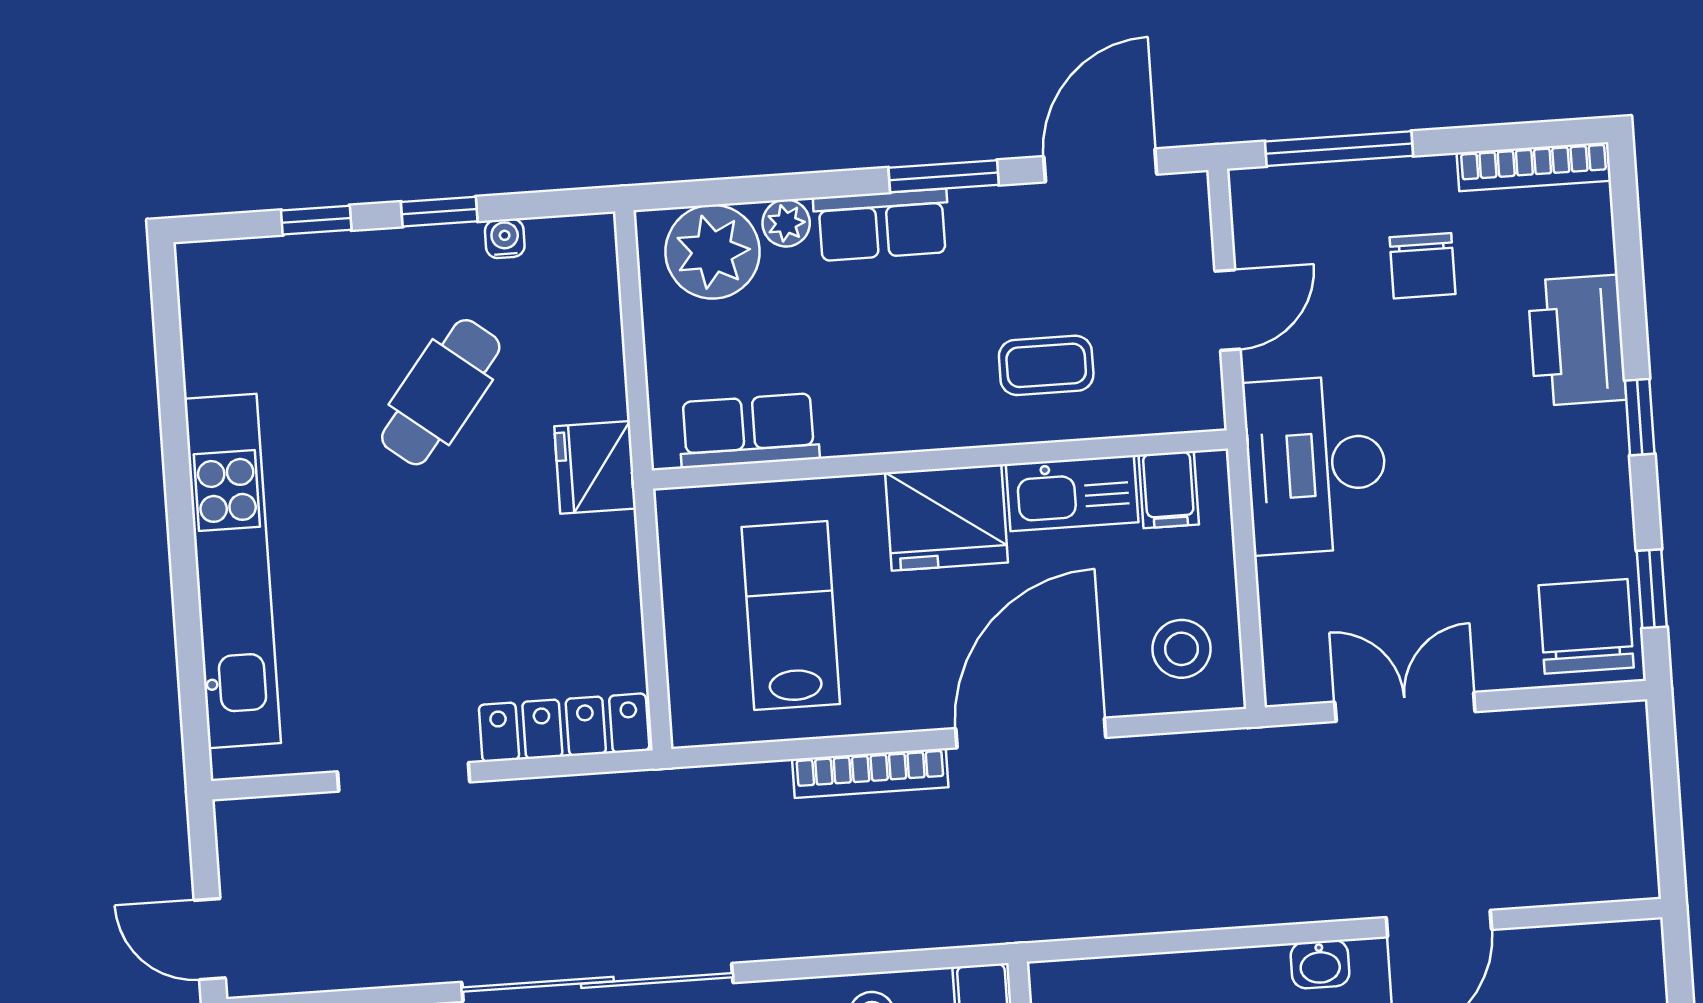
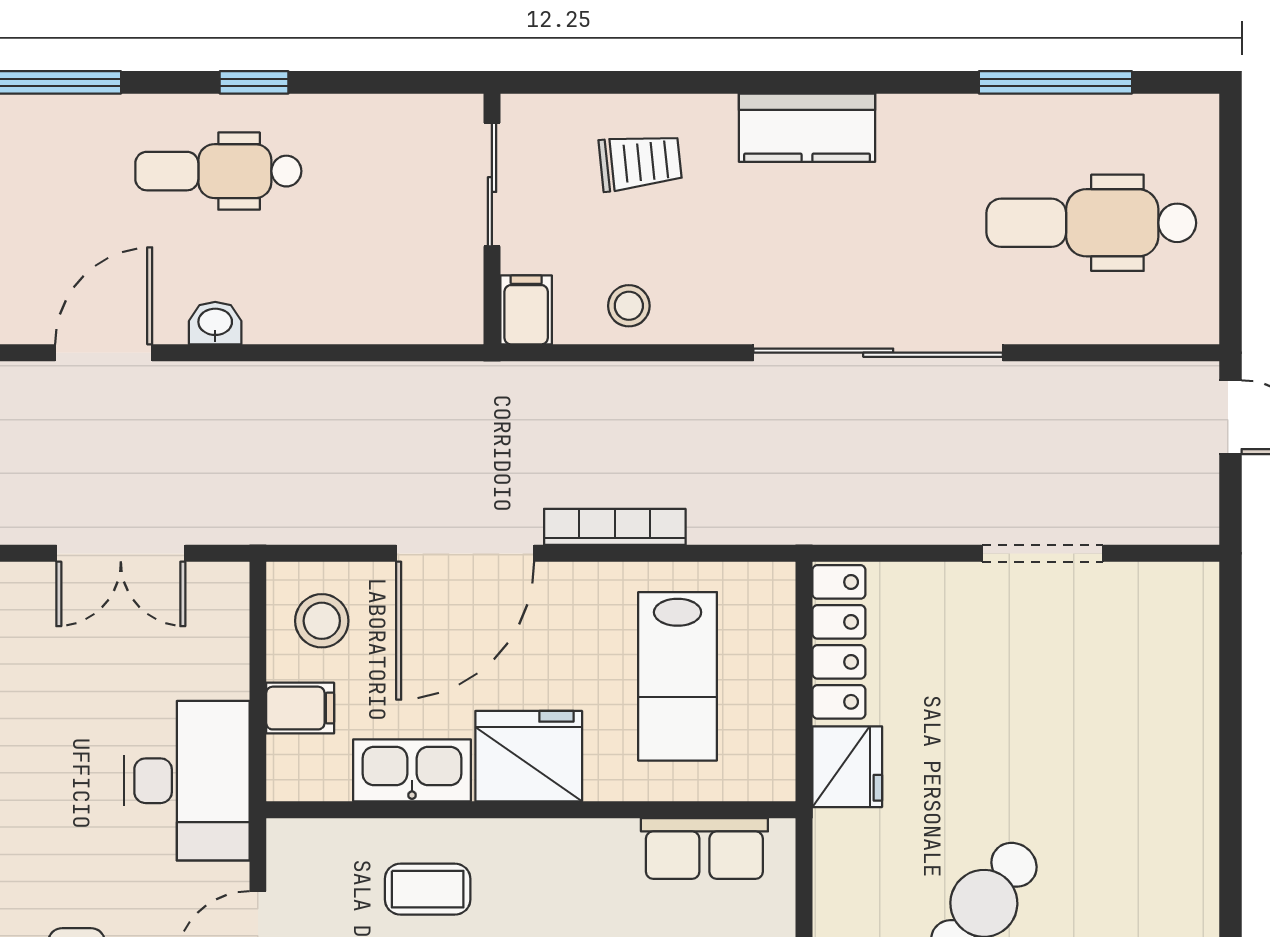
fridge: (595, 467) -> (847, 767), moved
filing cabinet: (1169, 490) -> (300, 708), moved, turned 90
kitchen unit: (232, 571) -> (1186, 753), removed
locker: (564, 728) -> (839, 642), moved, turned -90

